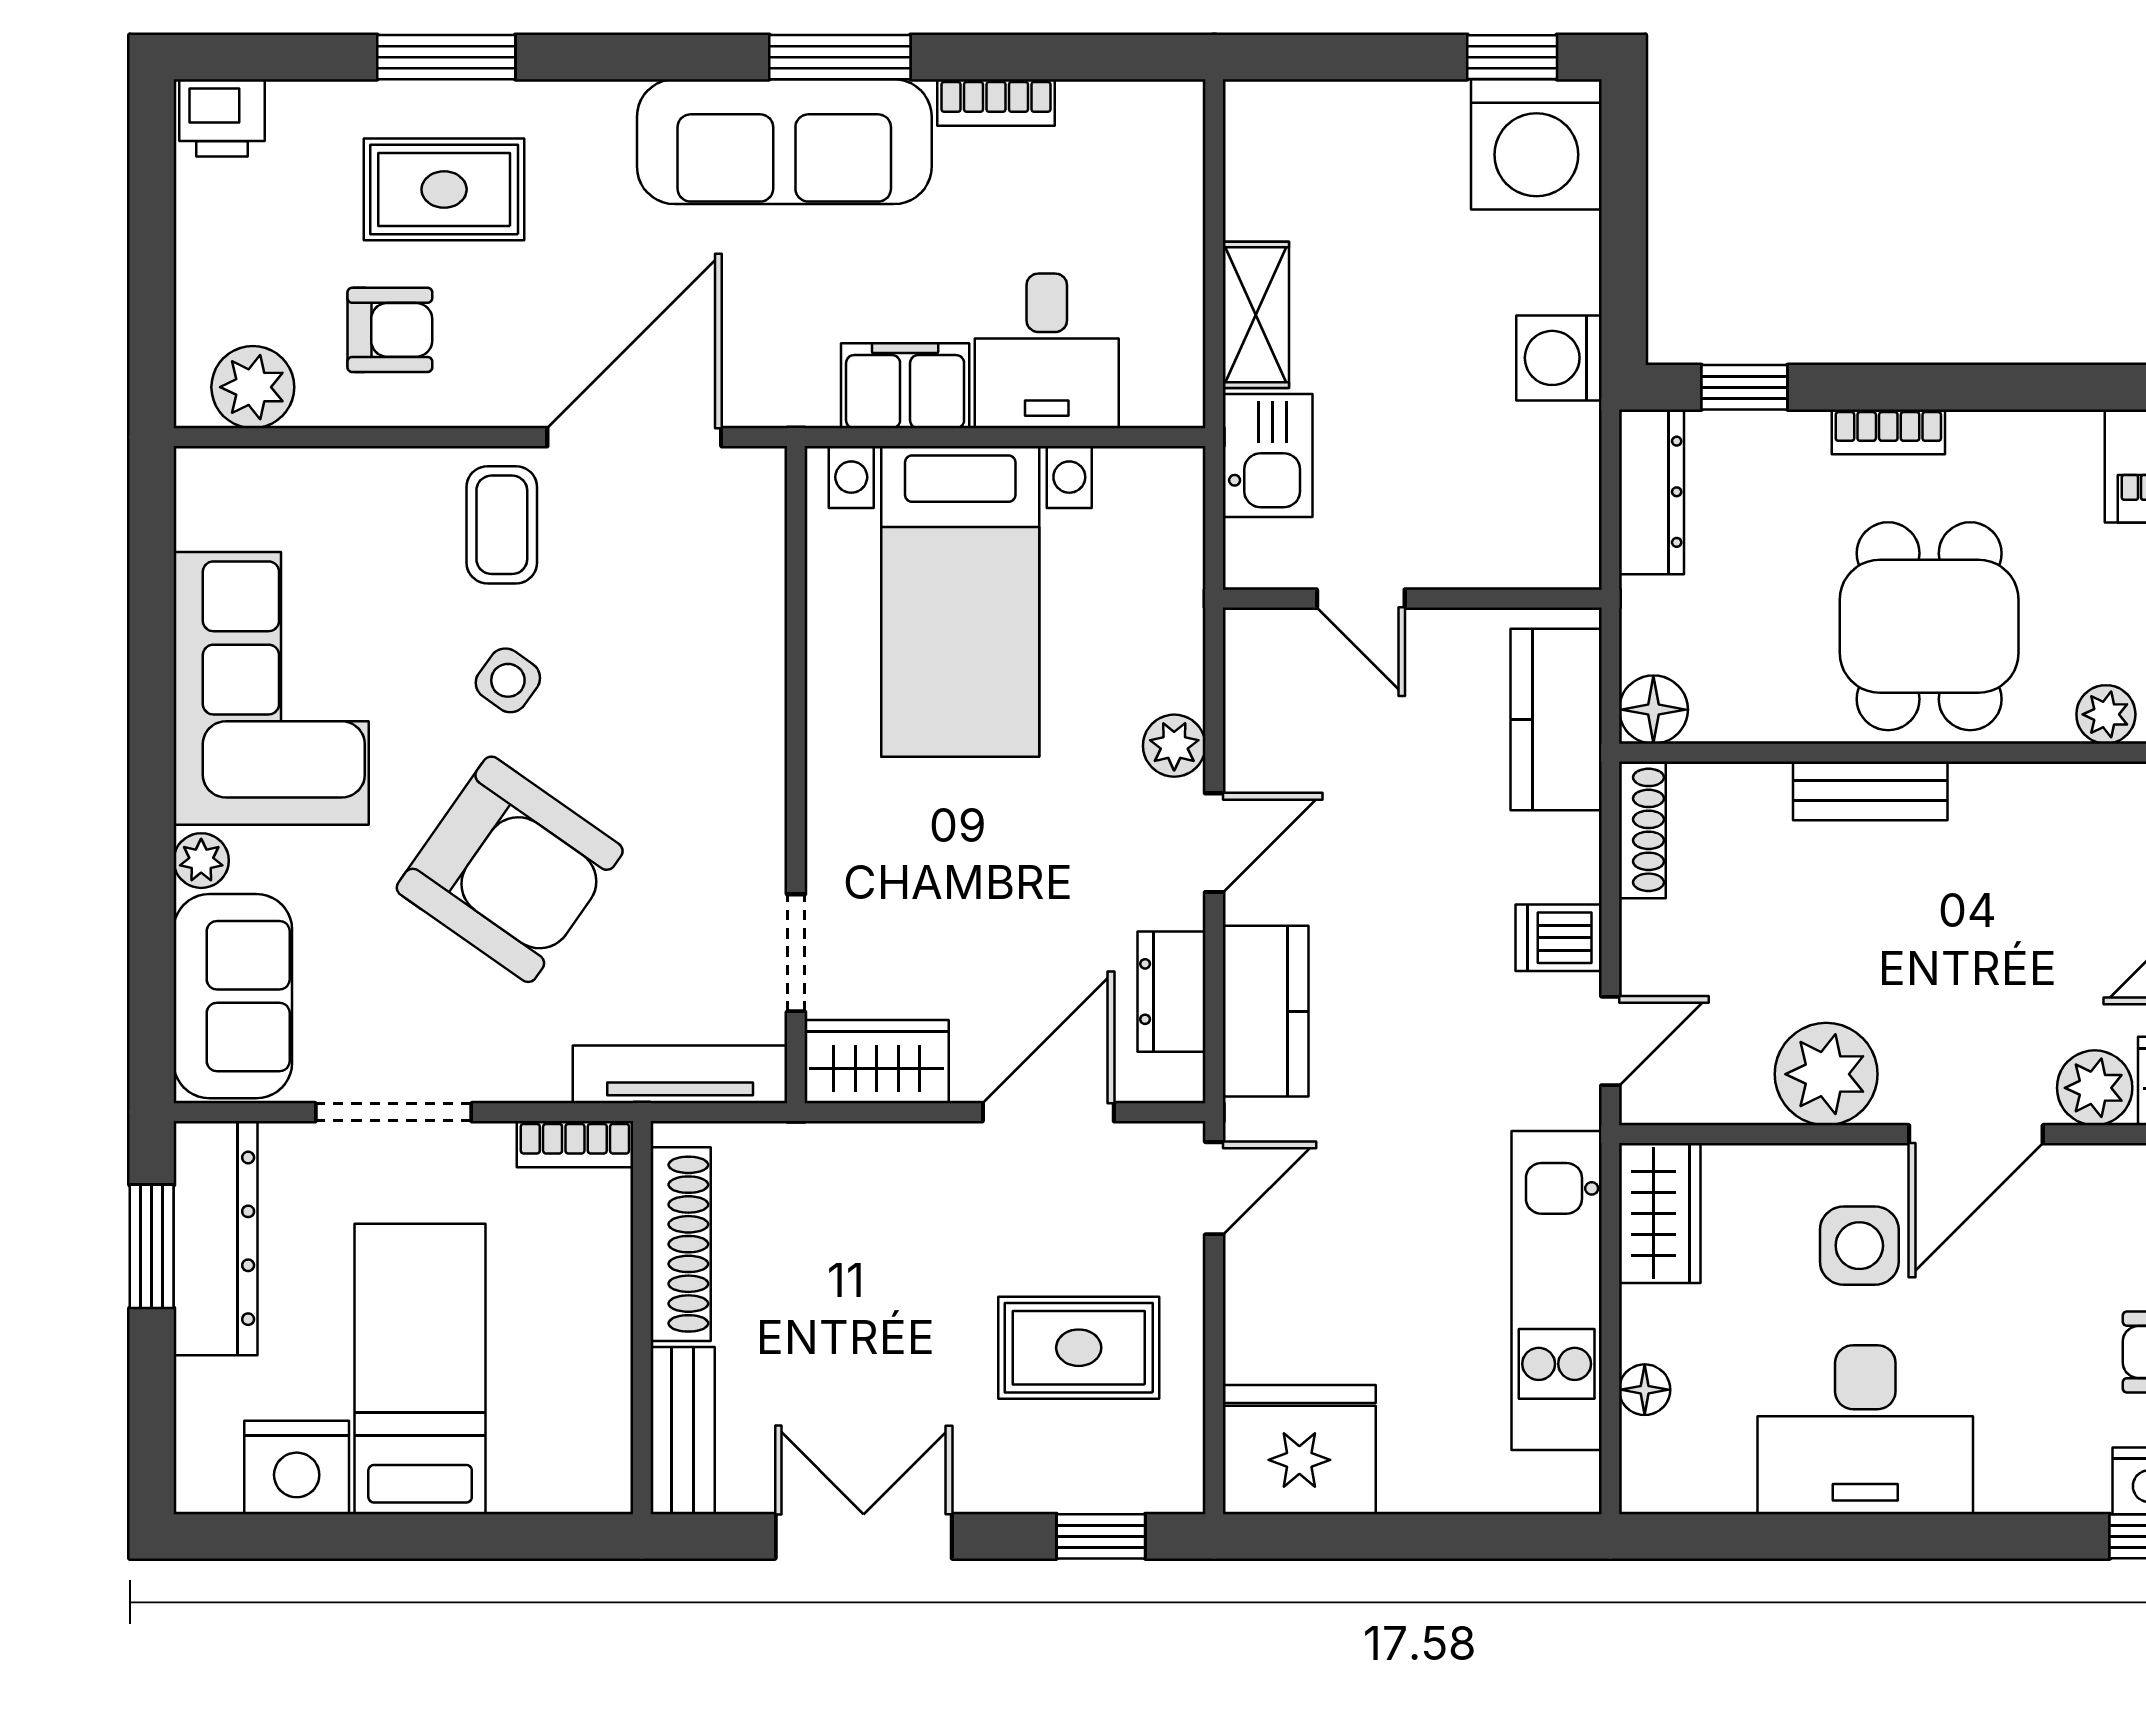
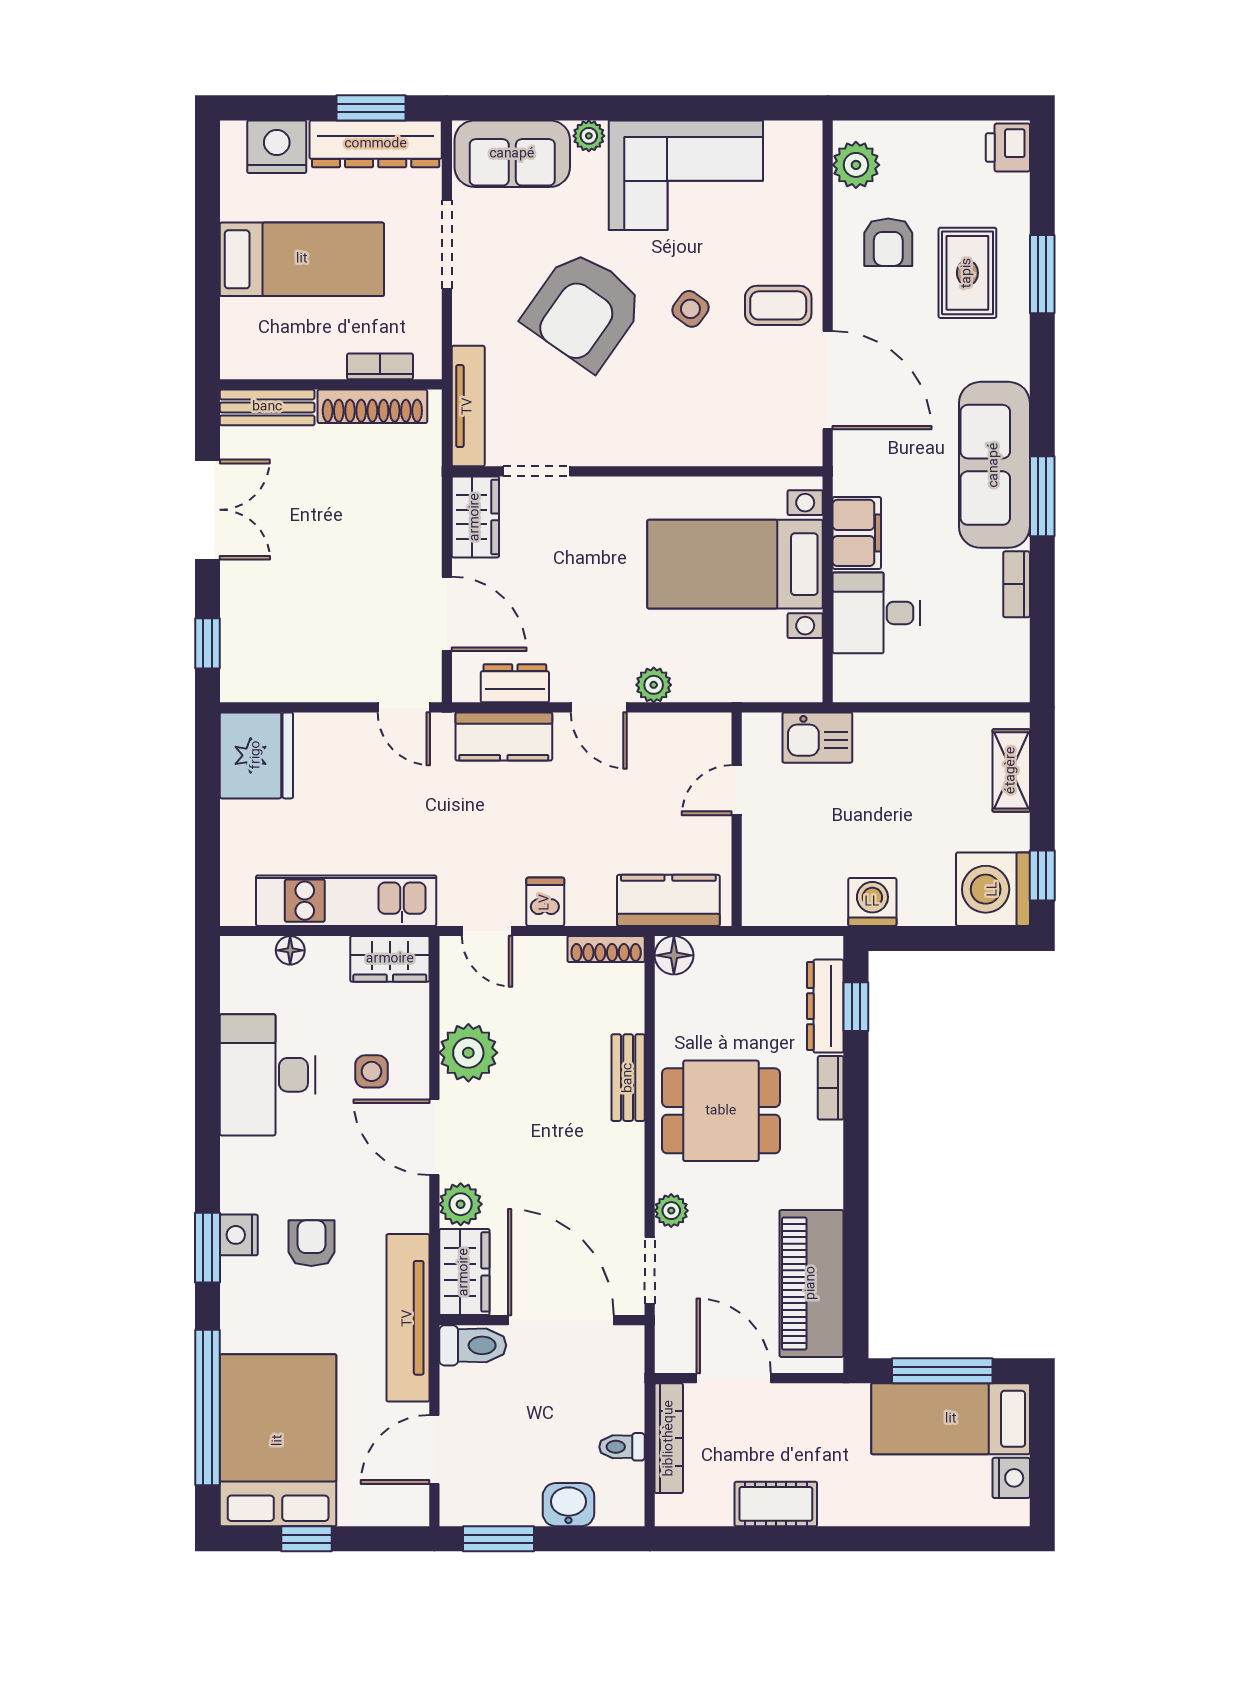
shelving: (1256, 315) -> (1011, 770), moved, turned 90
dresser: (1651, 492) -> (825, 1006), moved, turned 90
bookcase: (575, 1144) -> (380, 366), moved, turned 90
side table: (1859, 1246) -> (372, 1071), width x0.73, depth x0.73
rug: (1079, 1348) -> (314, 631), removed
nightstand: (297, 1467) -> (277, 147), moved, turned 90

